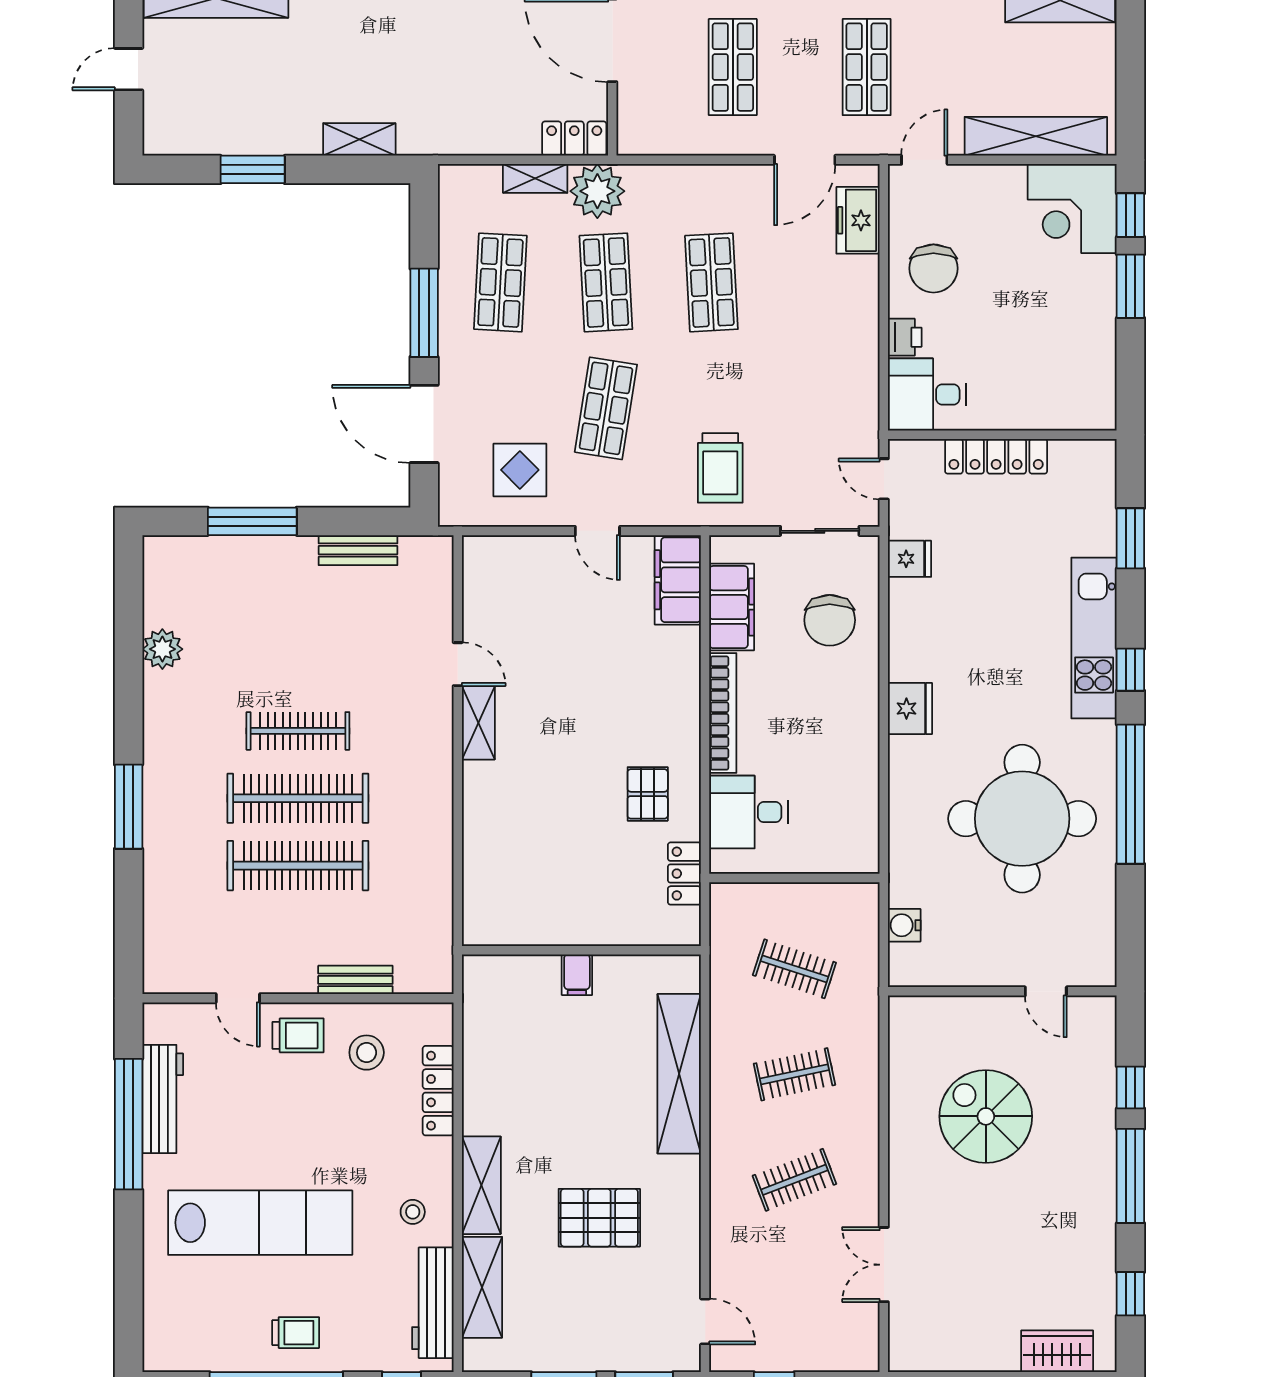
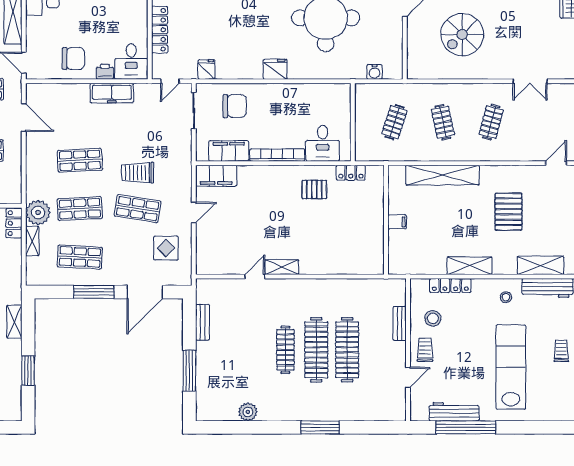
freezer: (858, 220) -> (112, 93), moved, width x1.40
trolley: (720, 468) -> (138, 173), moved, turned 180
clothes rail: (794, 1180) -> (491, 122), turned 36
shelving: (481, 1185) -> (470, 266), moved

